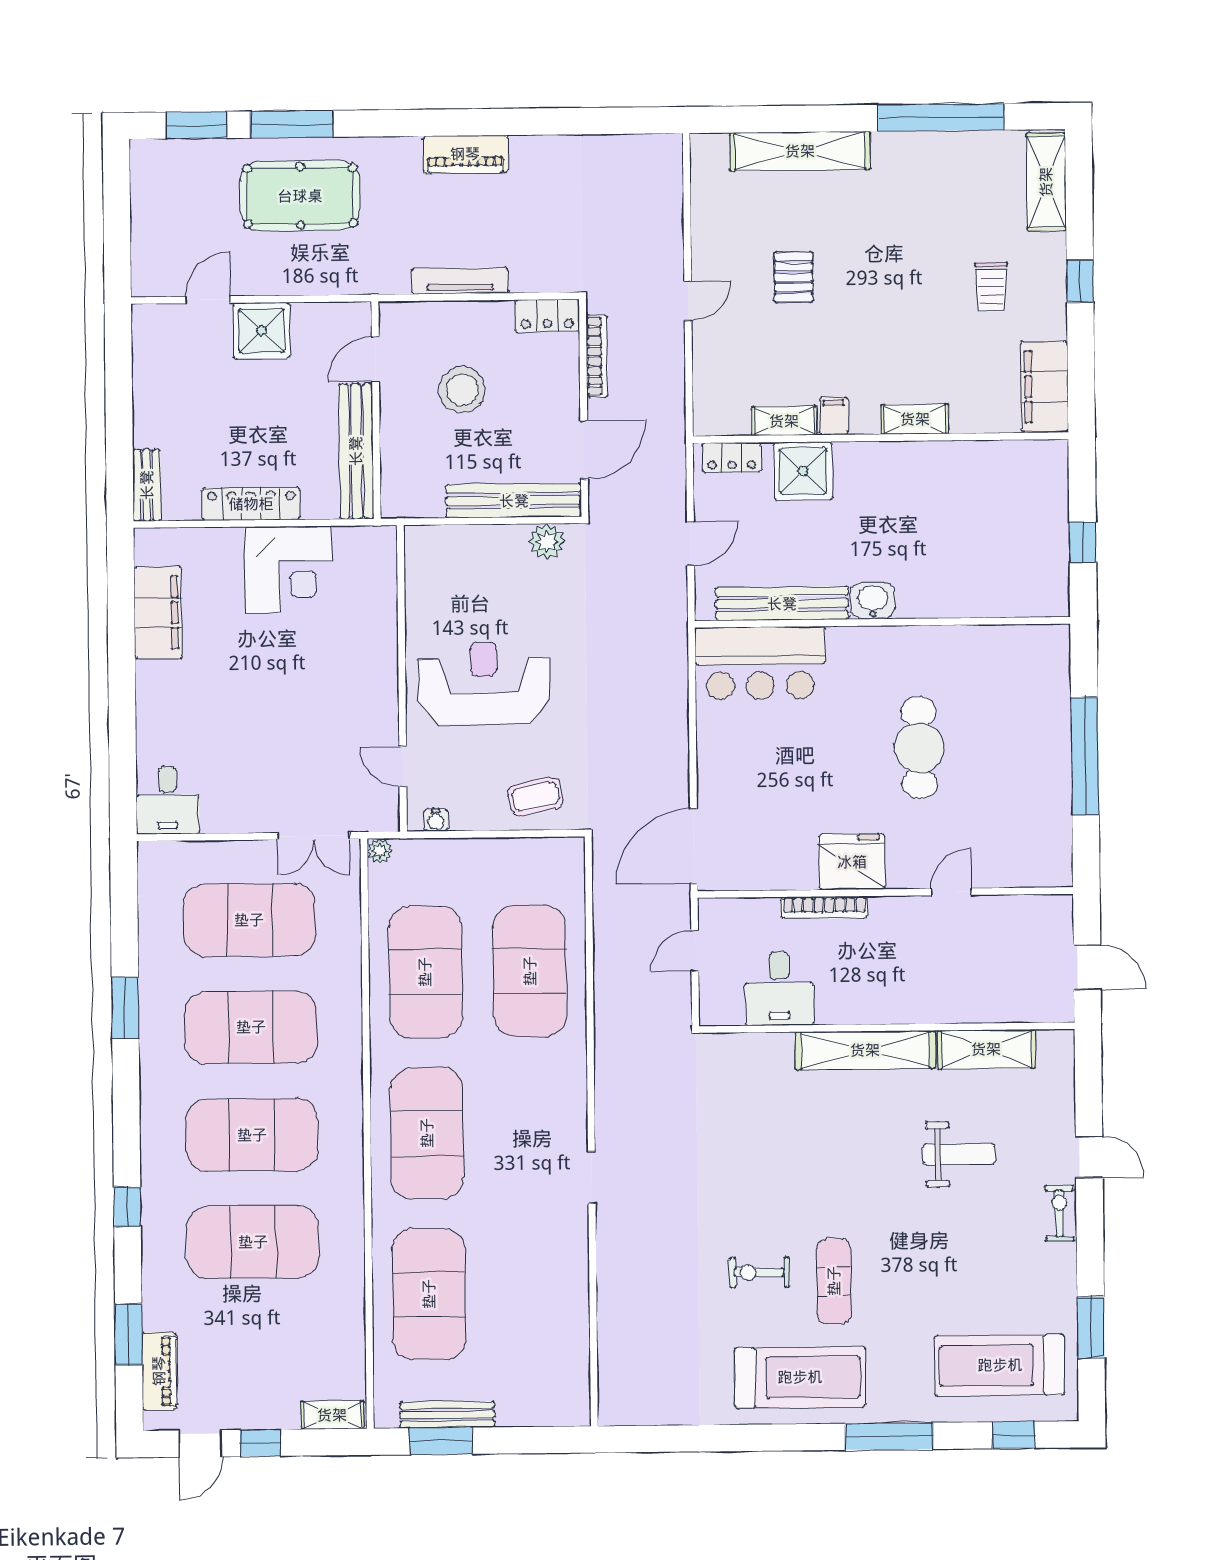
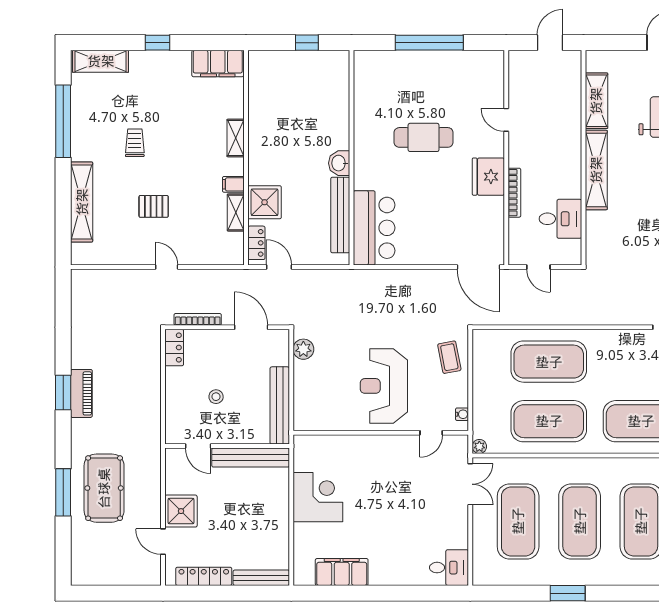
window: (196, 125) -> (63, 392), moved
tv unit: (460, 281) -> (154, 397), removed
trolley: (991, 287) -> (135, 143), moved, turned -90
stool: (462, 390) -> (216, 397), width x0.53, depth x0.53
bench: (147, 485) -> (261, 578), width x1.36
bench: (514, 501) -> (280, 405), moved
locker: (251, 504) -> (204, 576), moved, turned 90
door: (691, 544) -> (279, 267), moved

